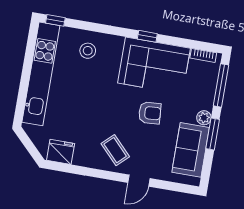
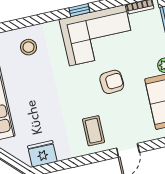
coffee table: (115, 150) -> (94, 131), turned 44

